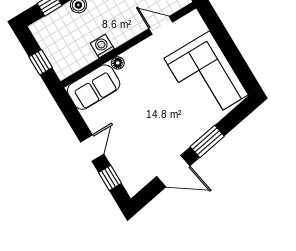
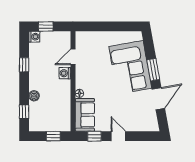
washing machine: (102, 46) -> (65, 73), moved
corner sofa: (206, 77) -> (130, 67), moved, turned 80
window: (110, 178) -> (94, 136), moved

